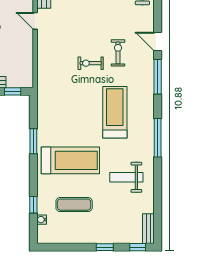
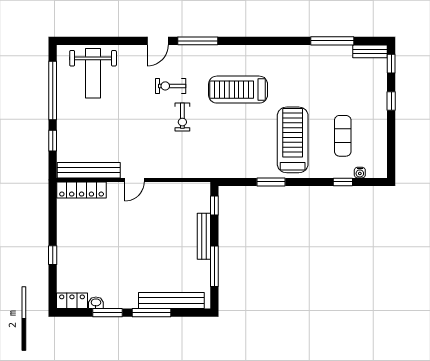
window: (158, 138) -> (332, 41), moved
weight bench: (126, 177) -> (312, 76), removed

